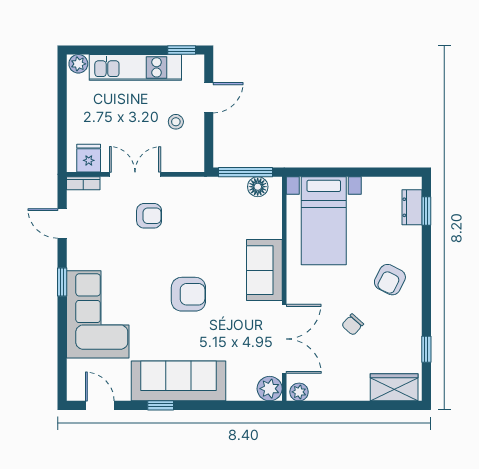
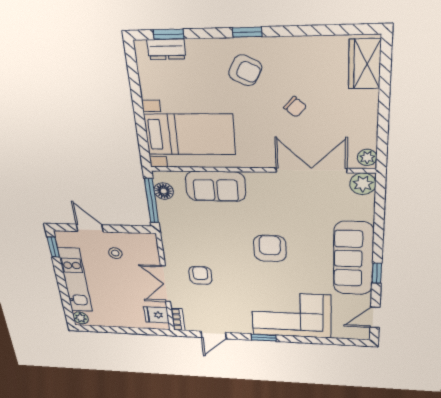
sofa: (264, 270) -> (215, 186), moved
window: (426, 349) -> (247, 32), moved

